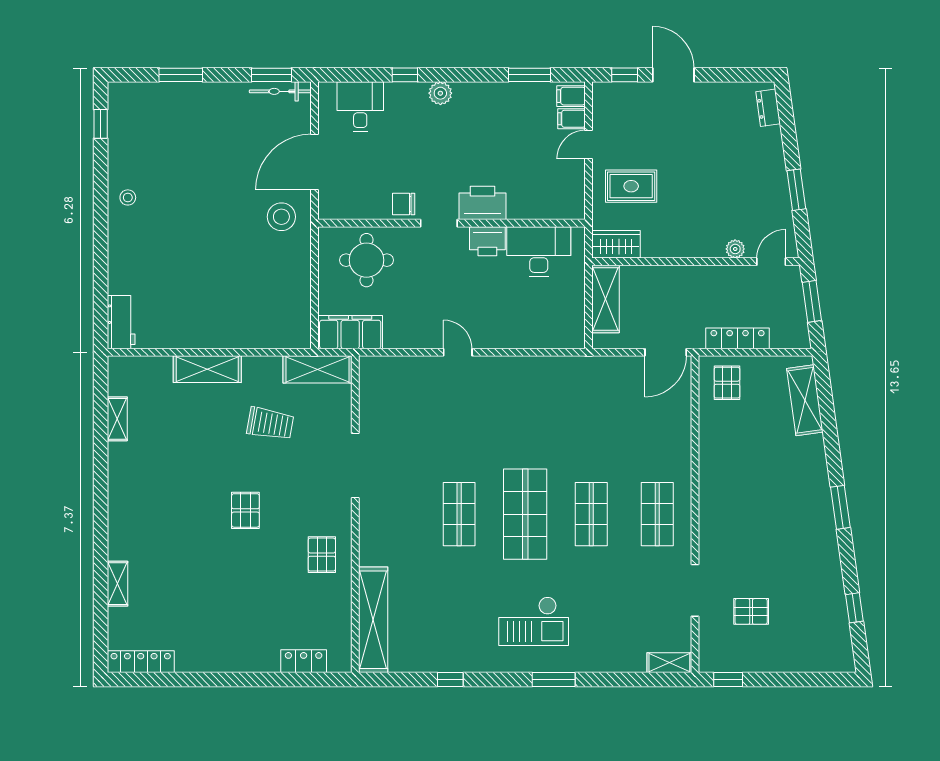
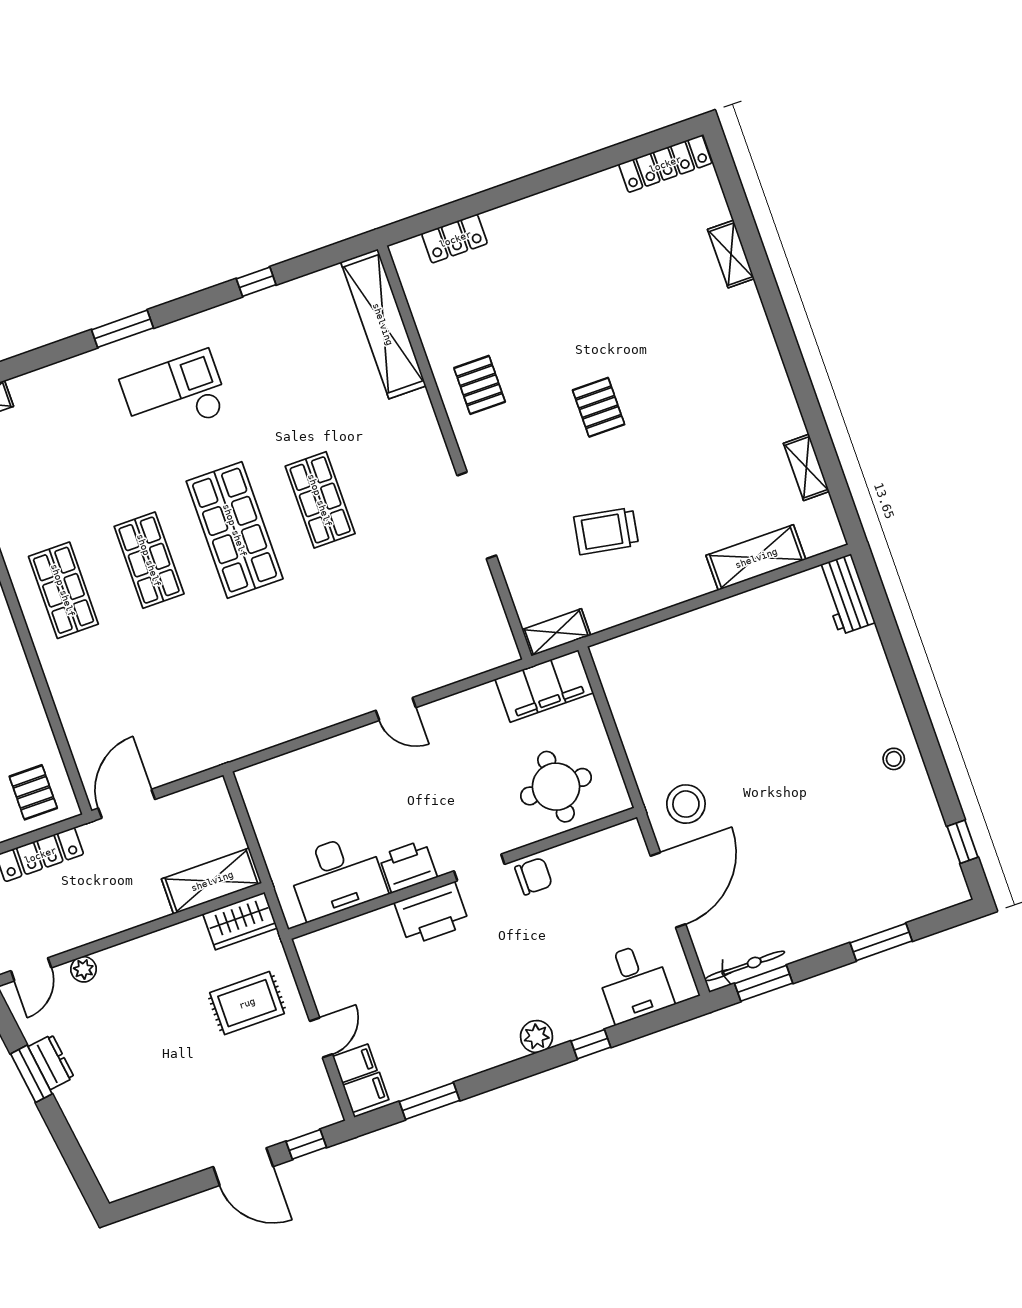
dresser: (768, 108) -> (51, 1062), moved
shelving: (606, 299) -> (212, 881), moved, turned 90
shelving: (207, 369) -> (756, 558), moved
shelving: (318, 369) -> (556, 632), width x0.67, depth x0.75

